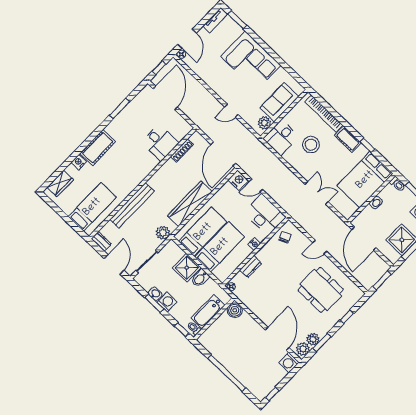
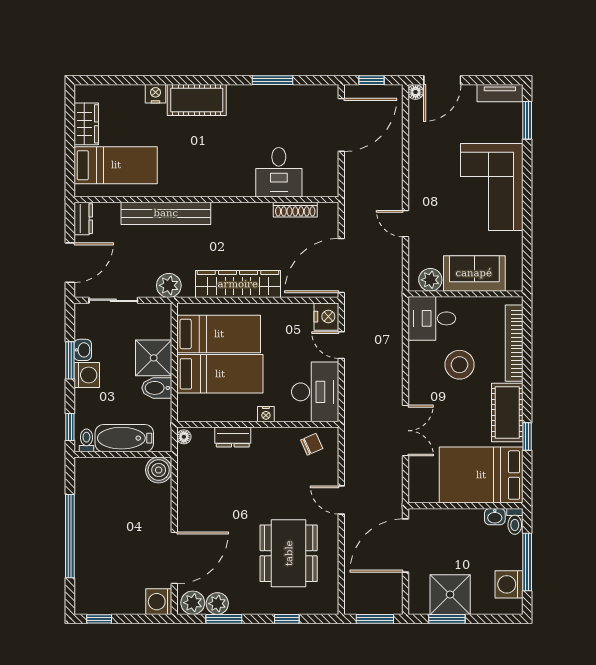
cot: (348, 139) -> (507, 412), width x1.37, depth x1.34
wardrobe: (60, 184) -> (86, 124), moved, turned -90
washbasin: (376, 202) -> (495, 517), moved

